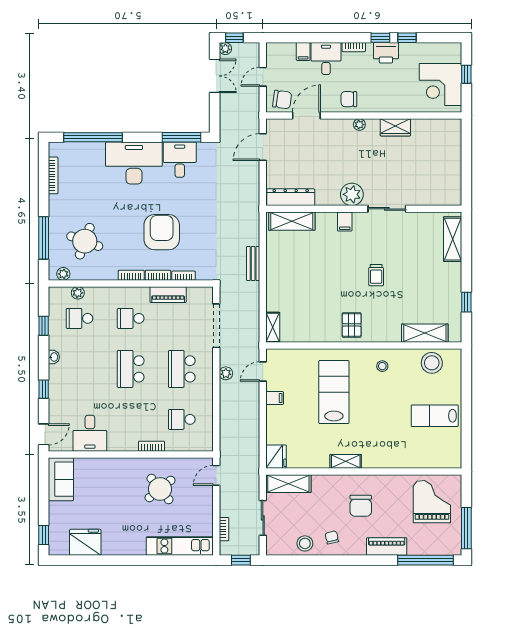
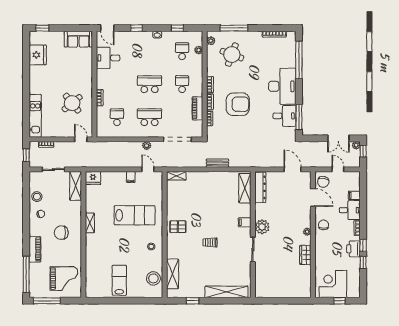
shelving: (453, 239) -> (226, 292), width x1.47

